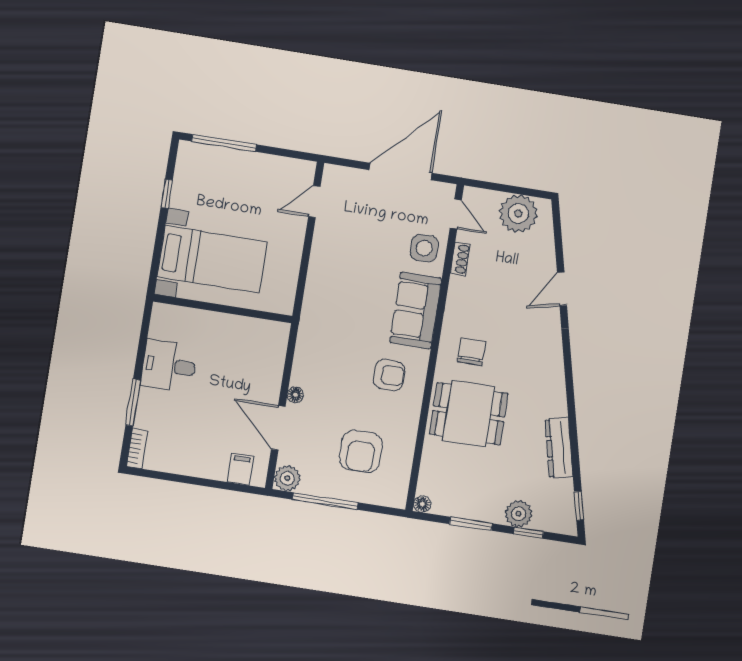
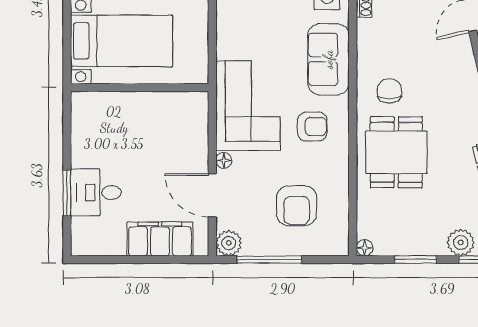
corner sofa: (328, 344) -> (248, 106), added
desk: (169, 366) -> (96, 193), moved
dining table: (469, 414) -> (396, 152), turned 90
bookcase: (137, 448) -> (78, 237), removed
filing cabinet: (241, 469) -> (160, 239), width x3.00, depth x1.17

